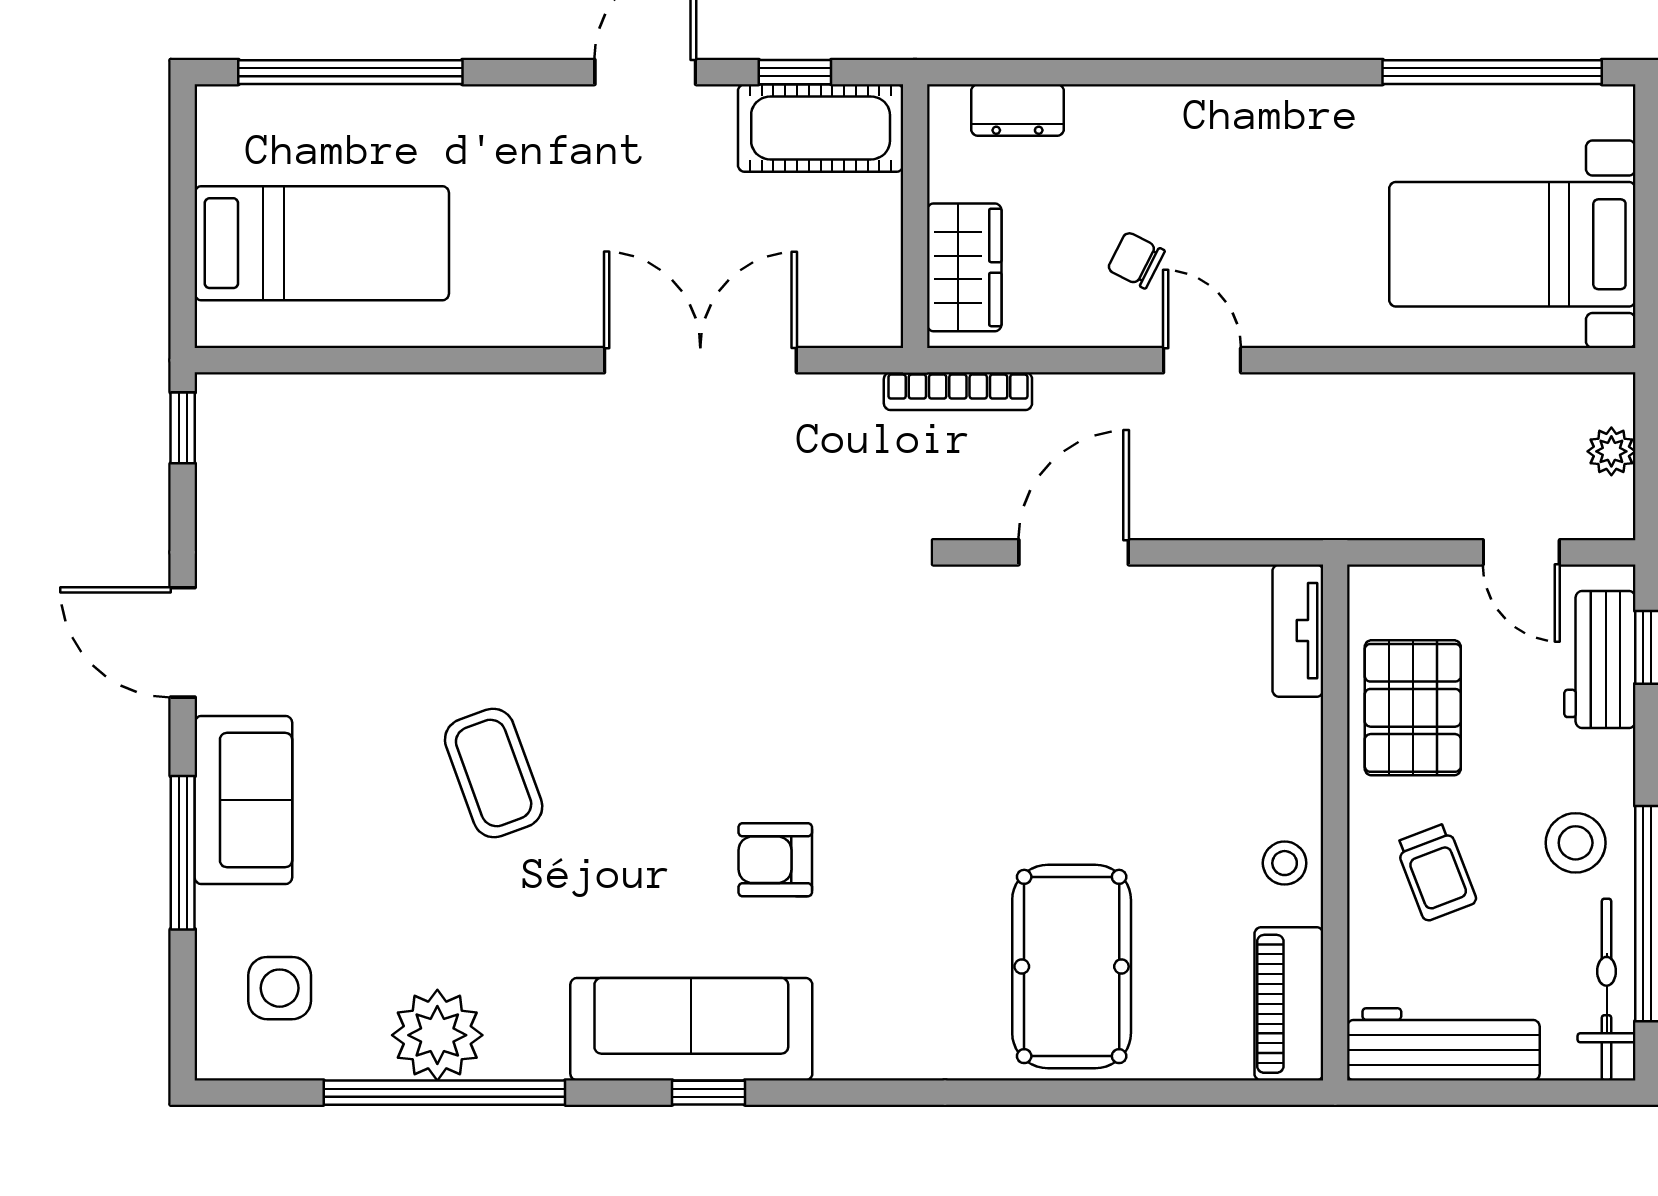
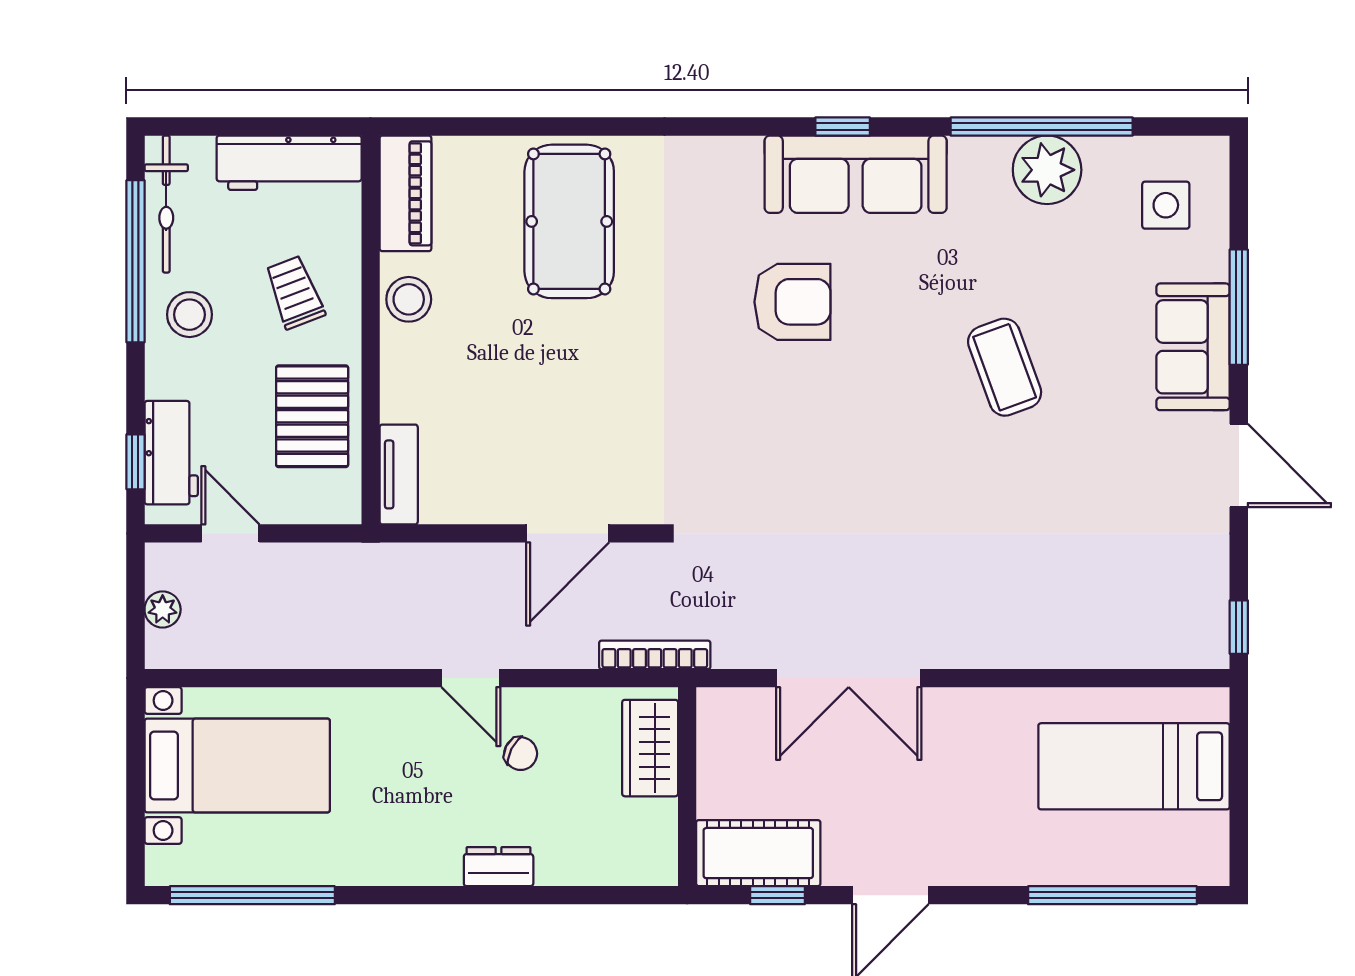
dresser: (1017, 110) -> (499, 867), moved
armchair: (775, 860) -> (792, 302), width x1.38, depth x1.38
stool: (1285, 863) -> (409, 299), width x1.37, depth x1.37

